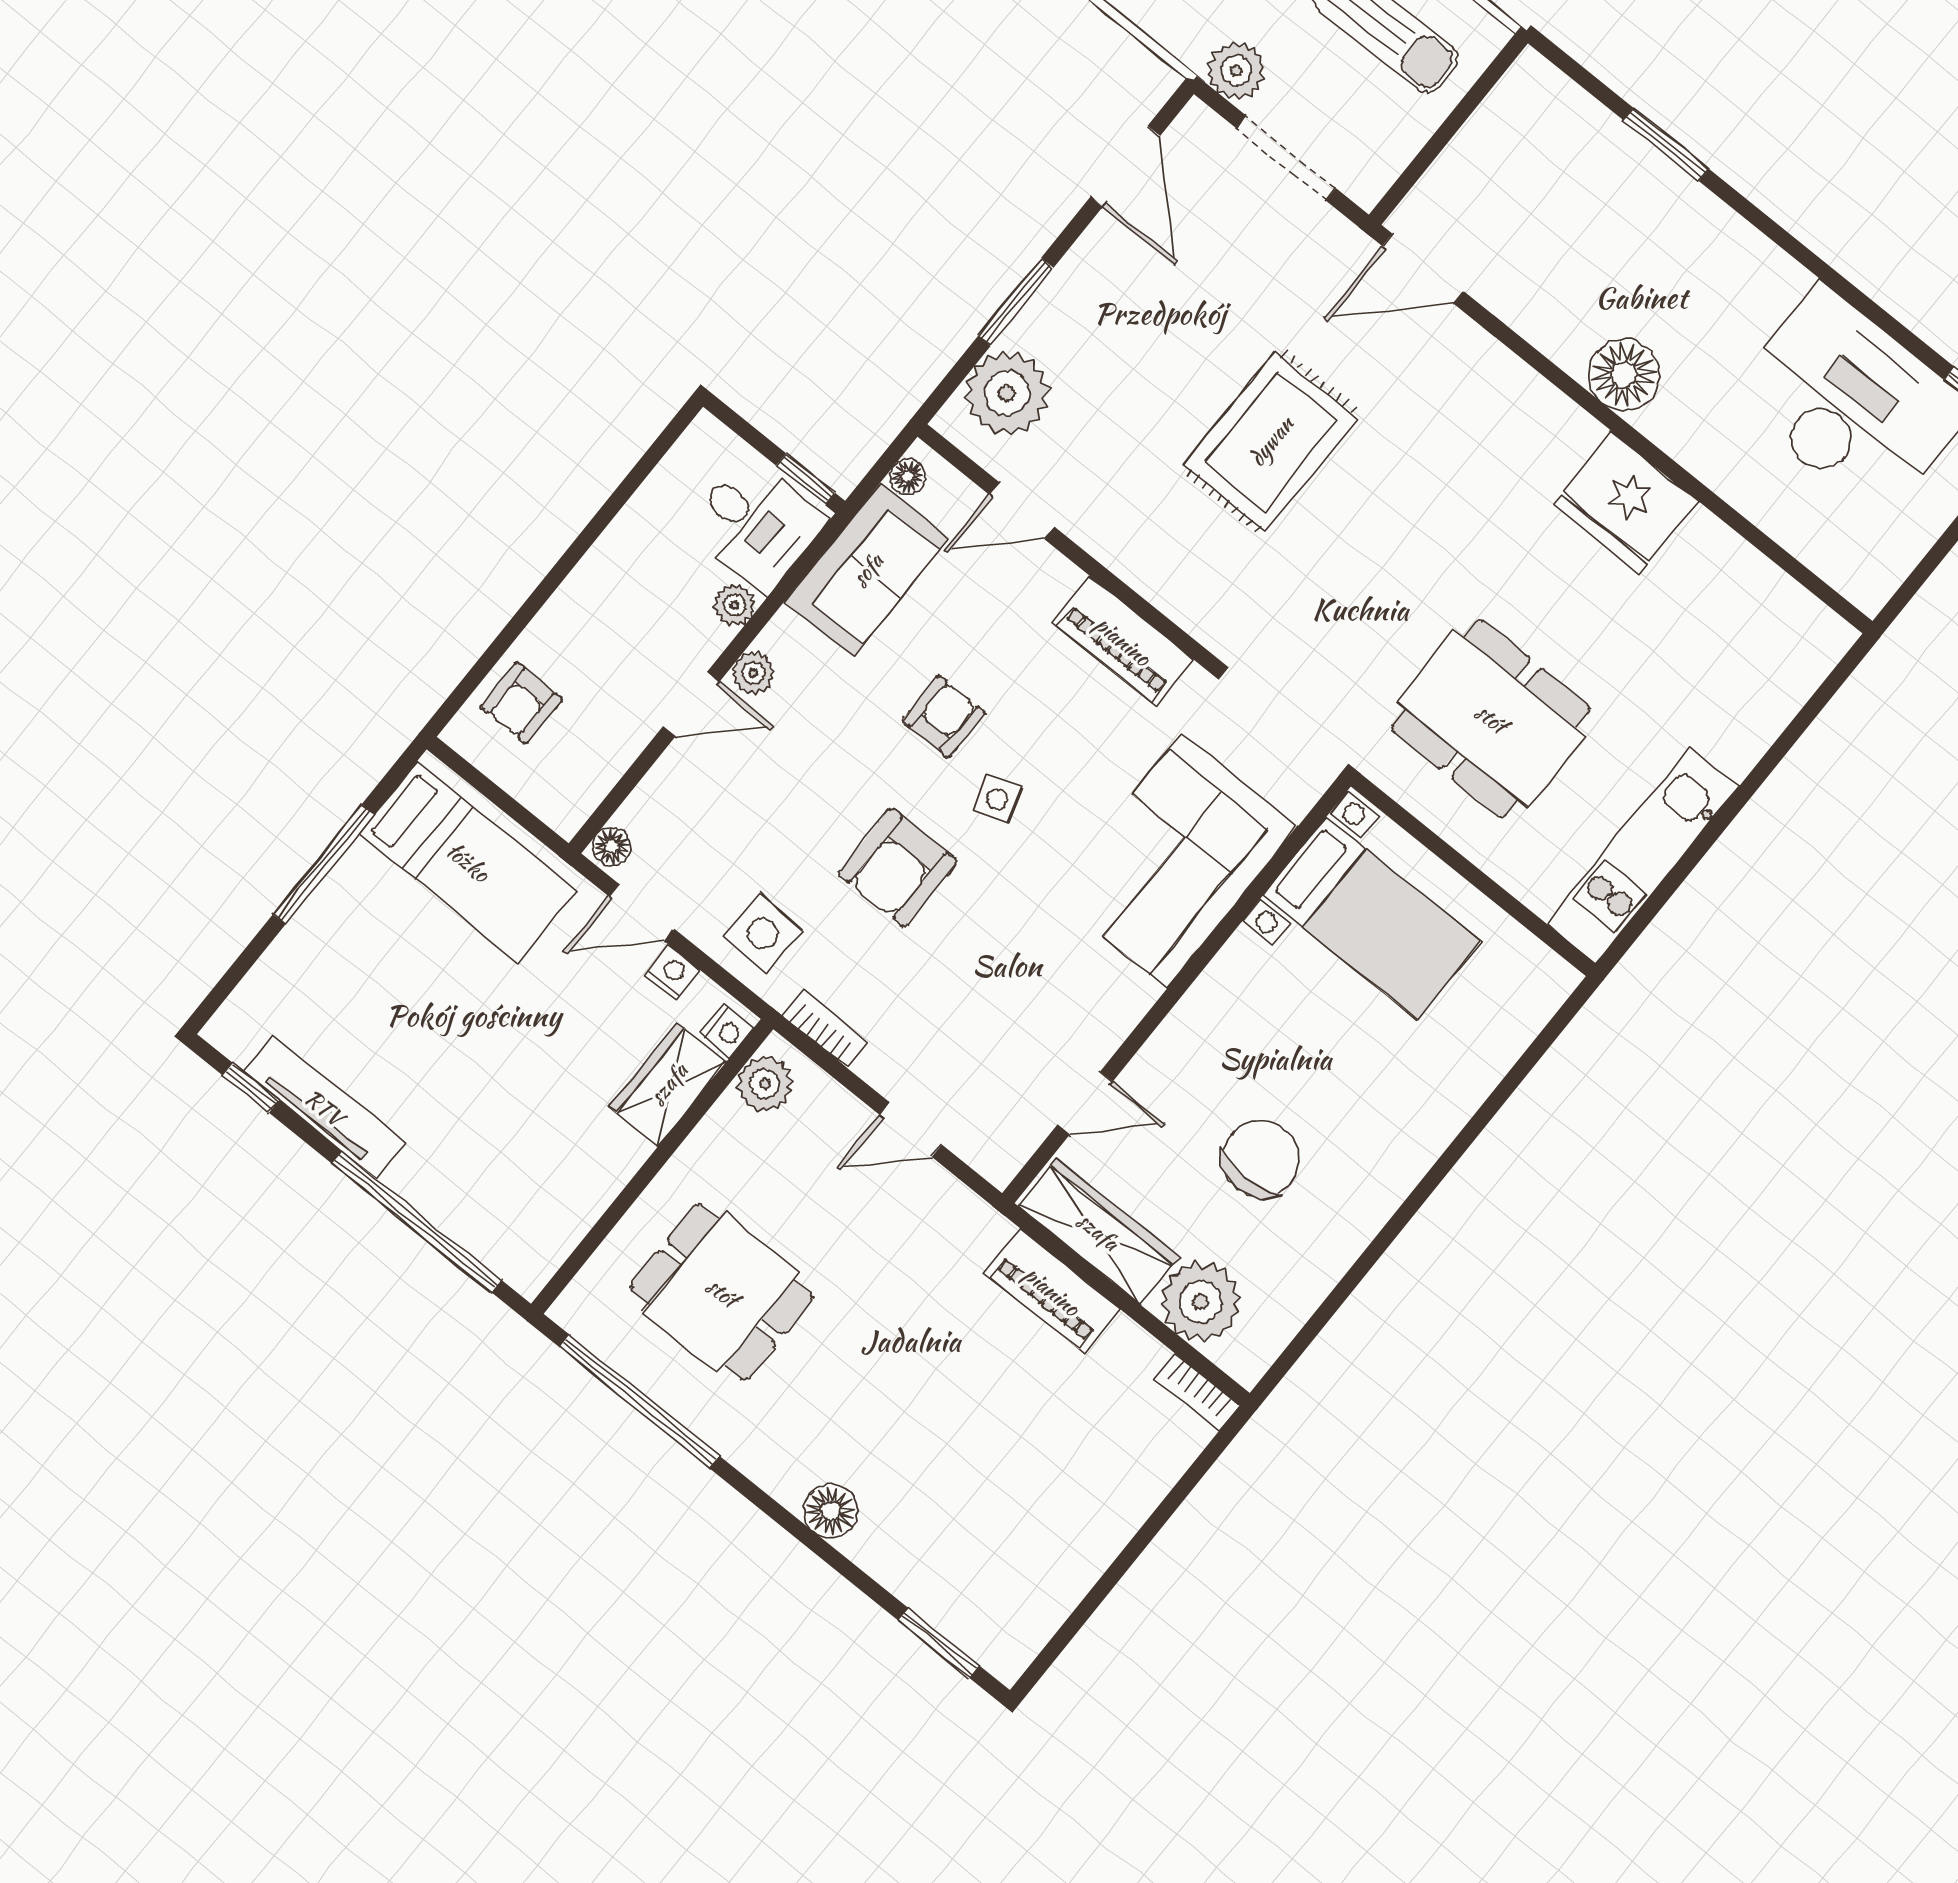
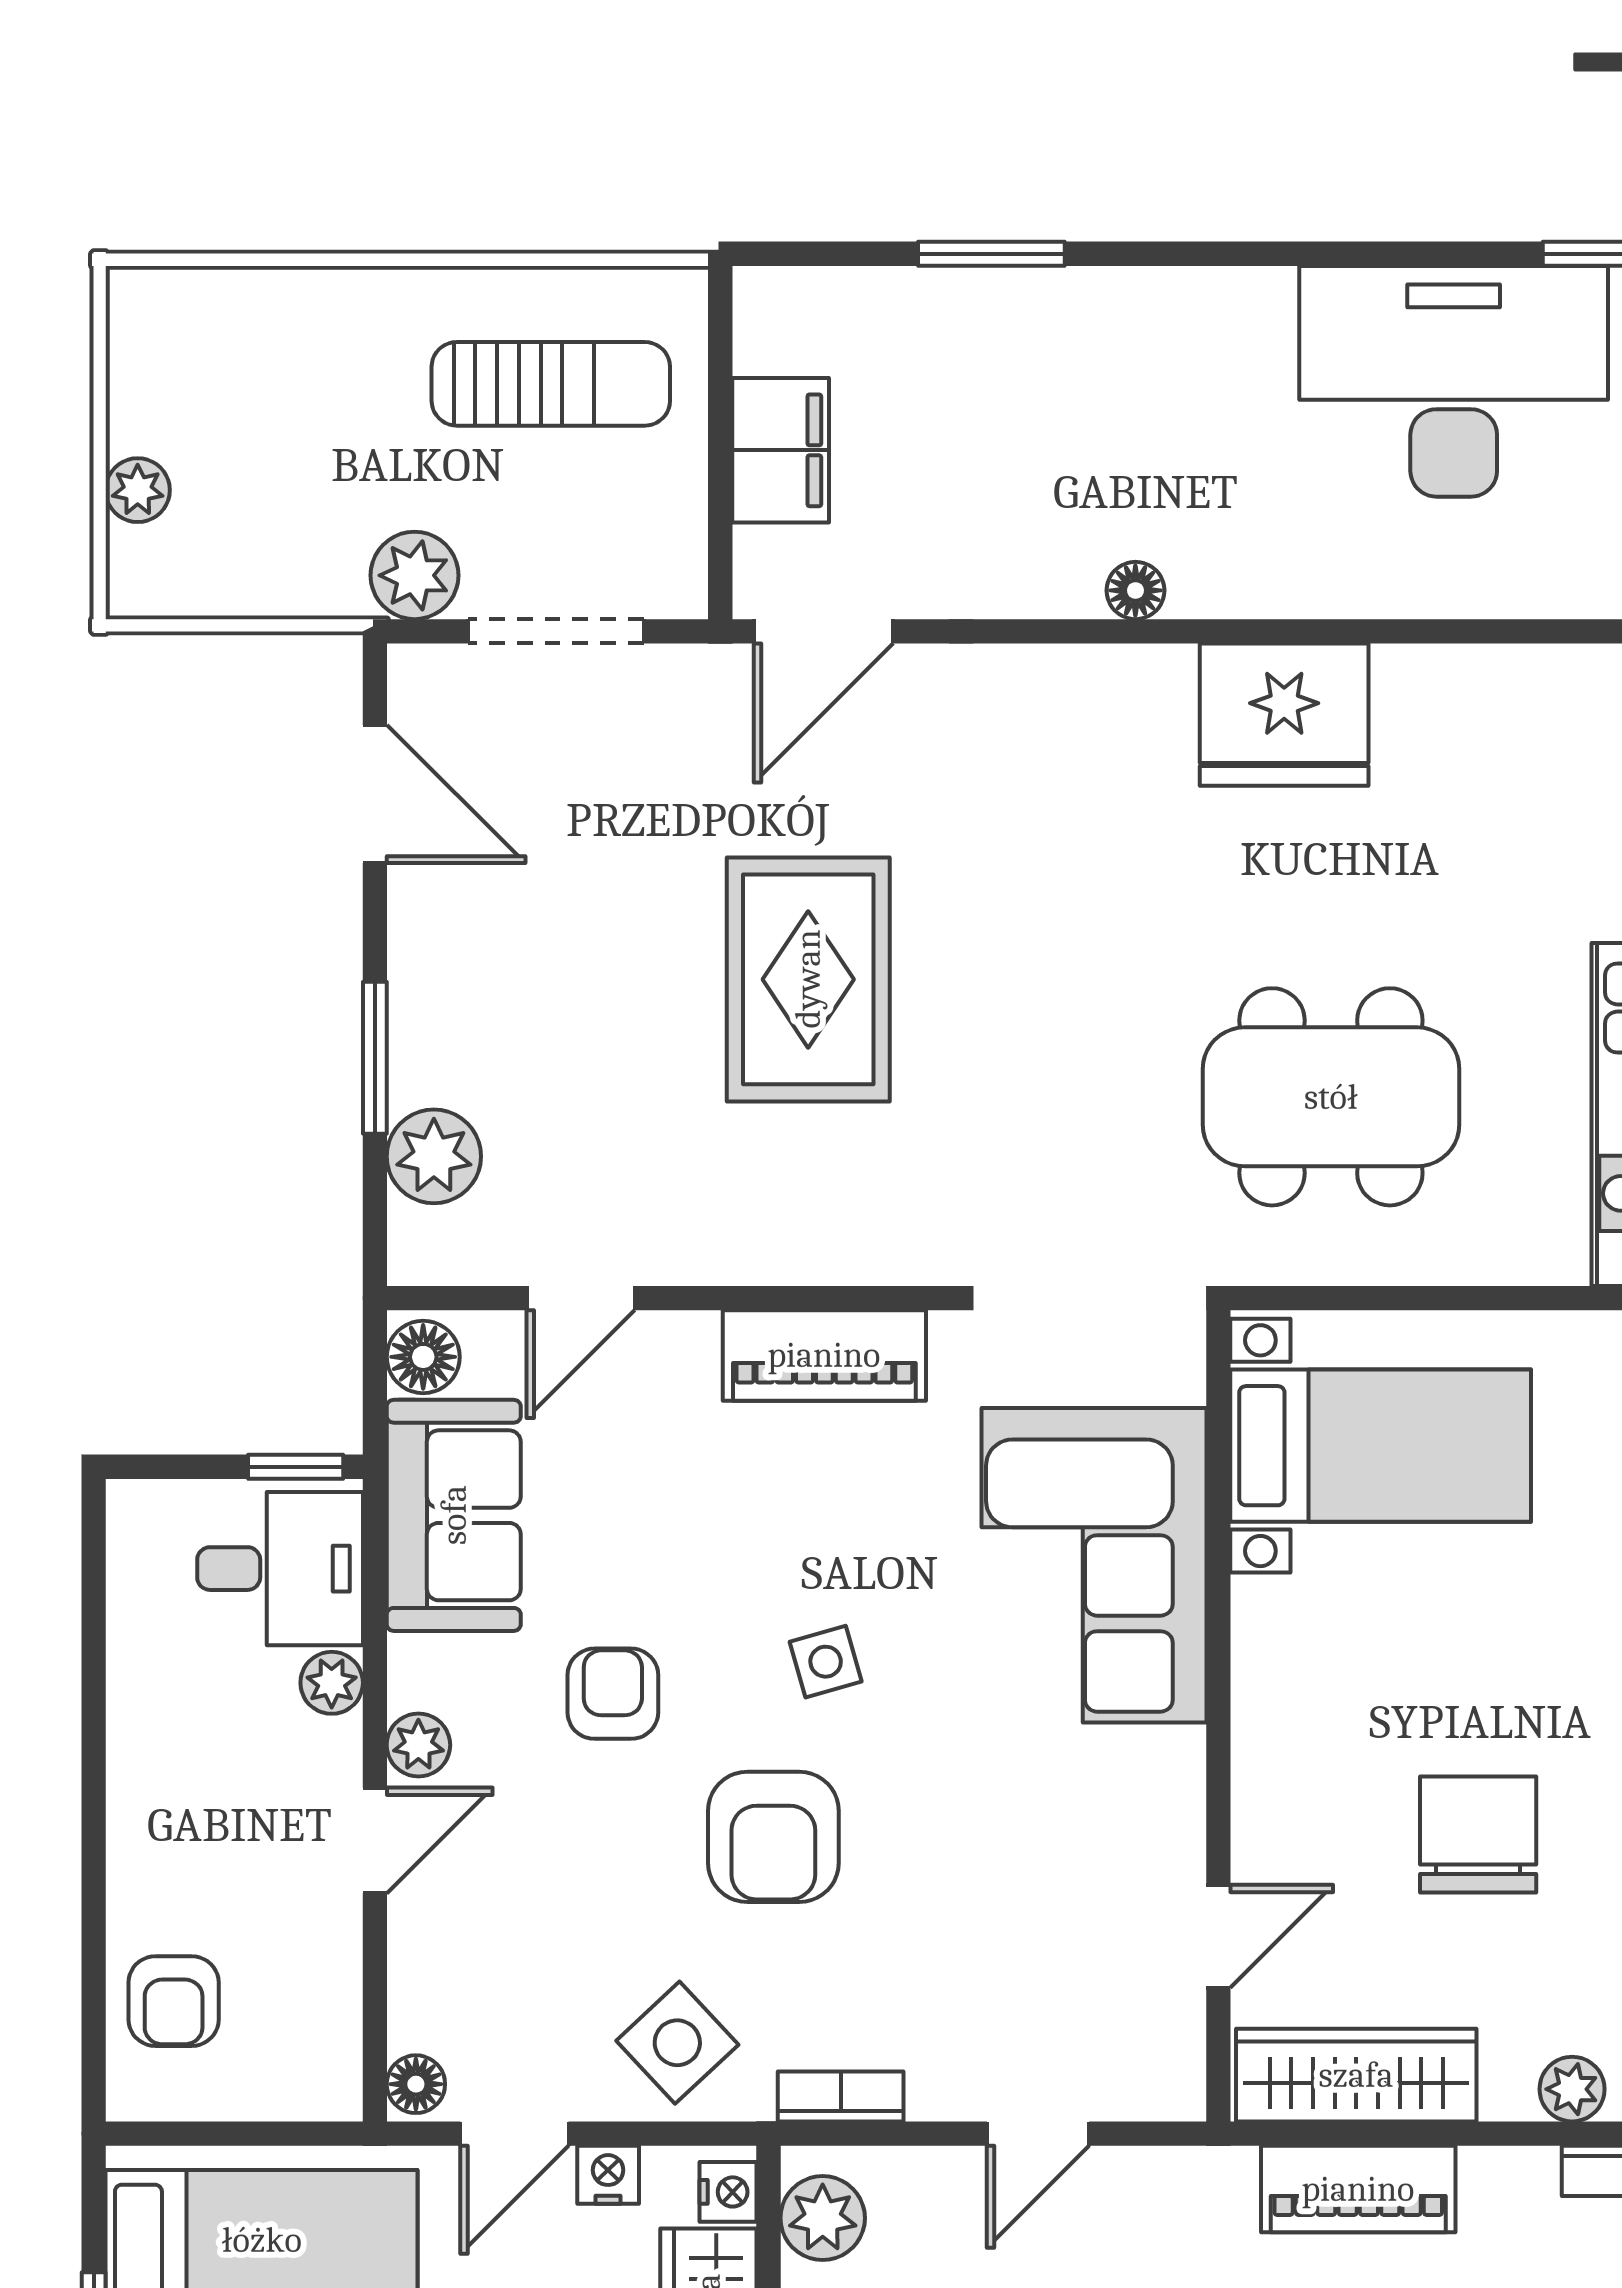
filing cabinet: (1476, 158) -> (781, 450), added
floor lamp: (1624, 375) -> (1135, 590), width x0.53, depth x0.53
plant: (1007, 393) -> (434, 1156), width x0.73, depth x0.73
floor lamp: (908, 477) -> (423, 1357), width x1.37, depth x1.37
armchair: (944, 717) -> (613, 1694), moved
side table: (763, 933) -> (677, 2043), turned 45
plant: (1201, 1302) -> (1572, 2089), width x0.53, depth x0.53

